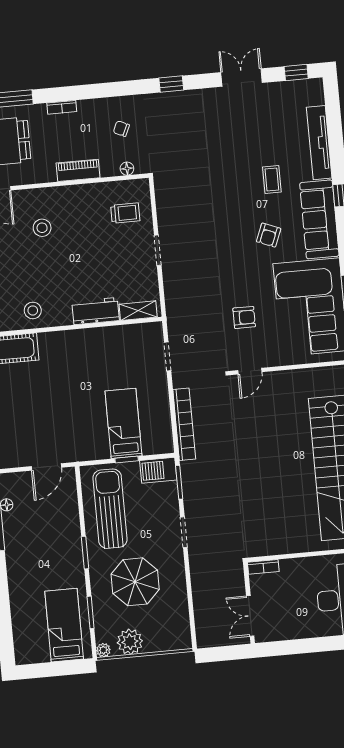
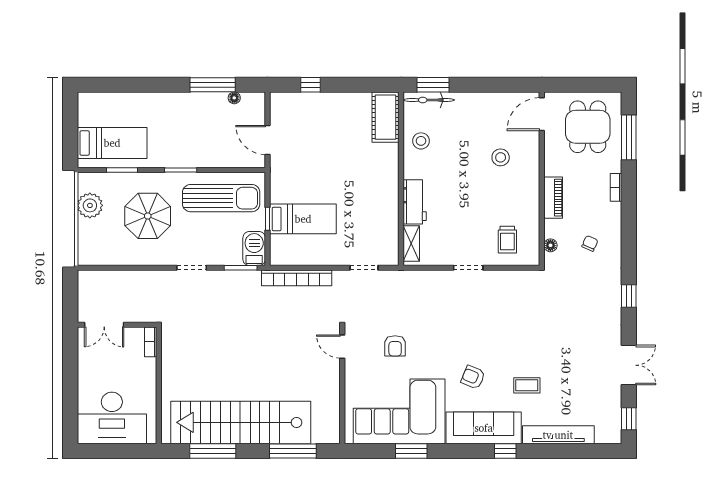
double door: (250, 616) -> (104, 325), swing flipped
plant: (103, 650) -> (84, 179), removed

